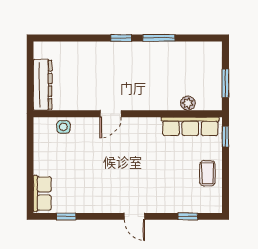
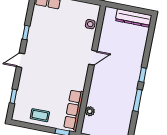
dresser: (43, 85) -> (134, 18), moved
door: (111, 114) -> (93, 58), swing flipped
window: (66, 216) -> (26, 33), moved

